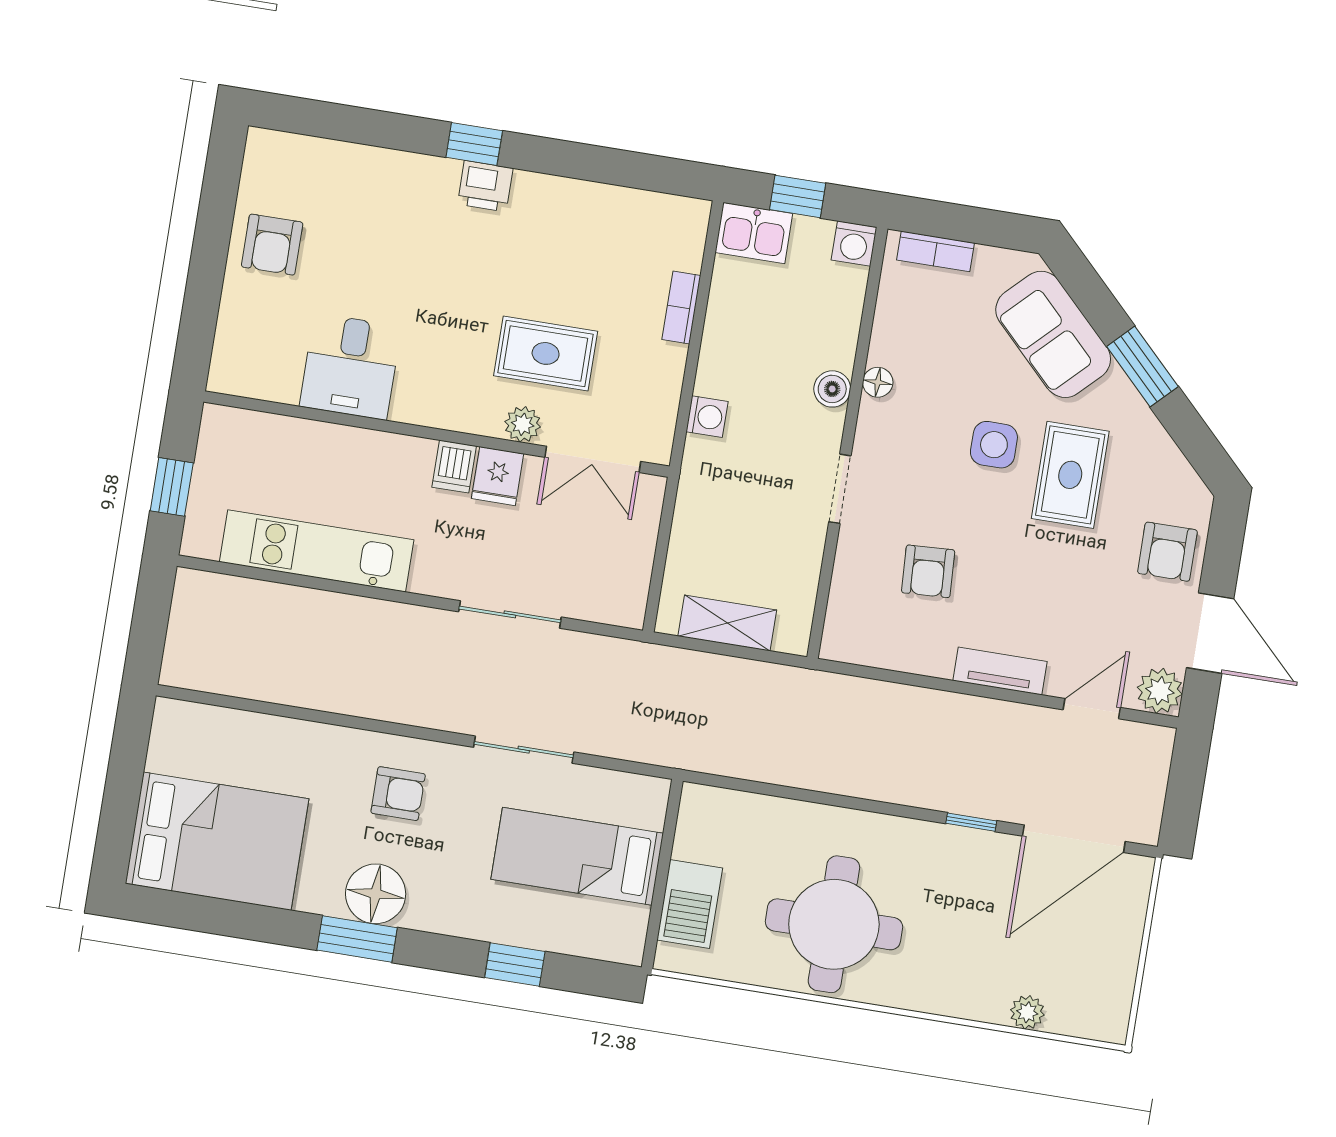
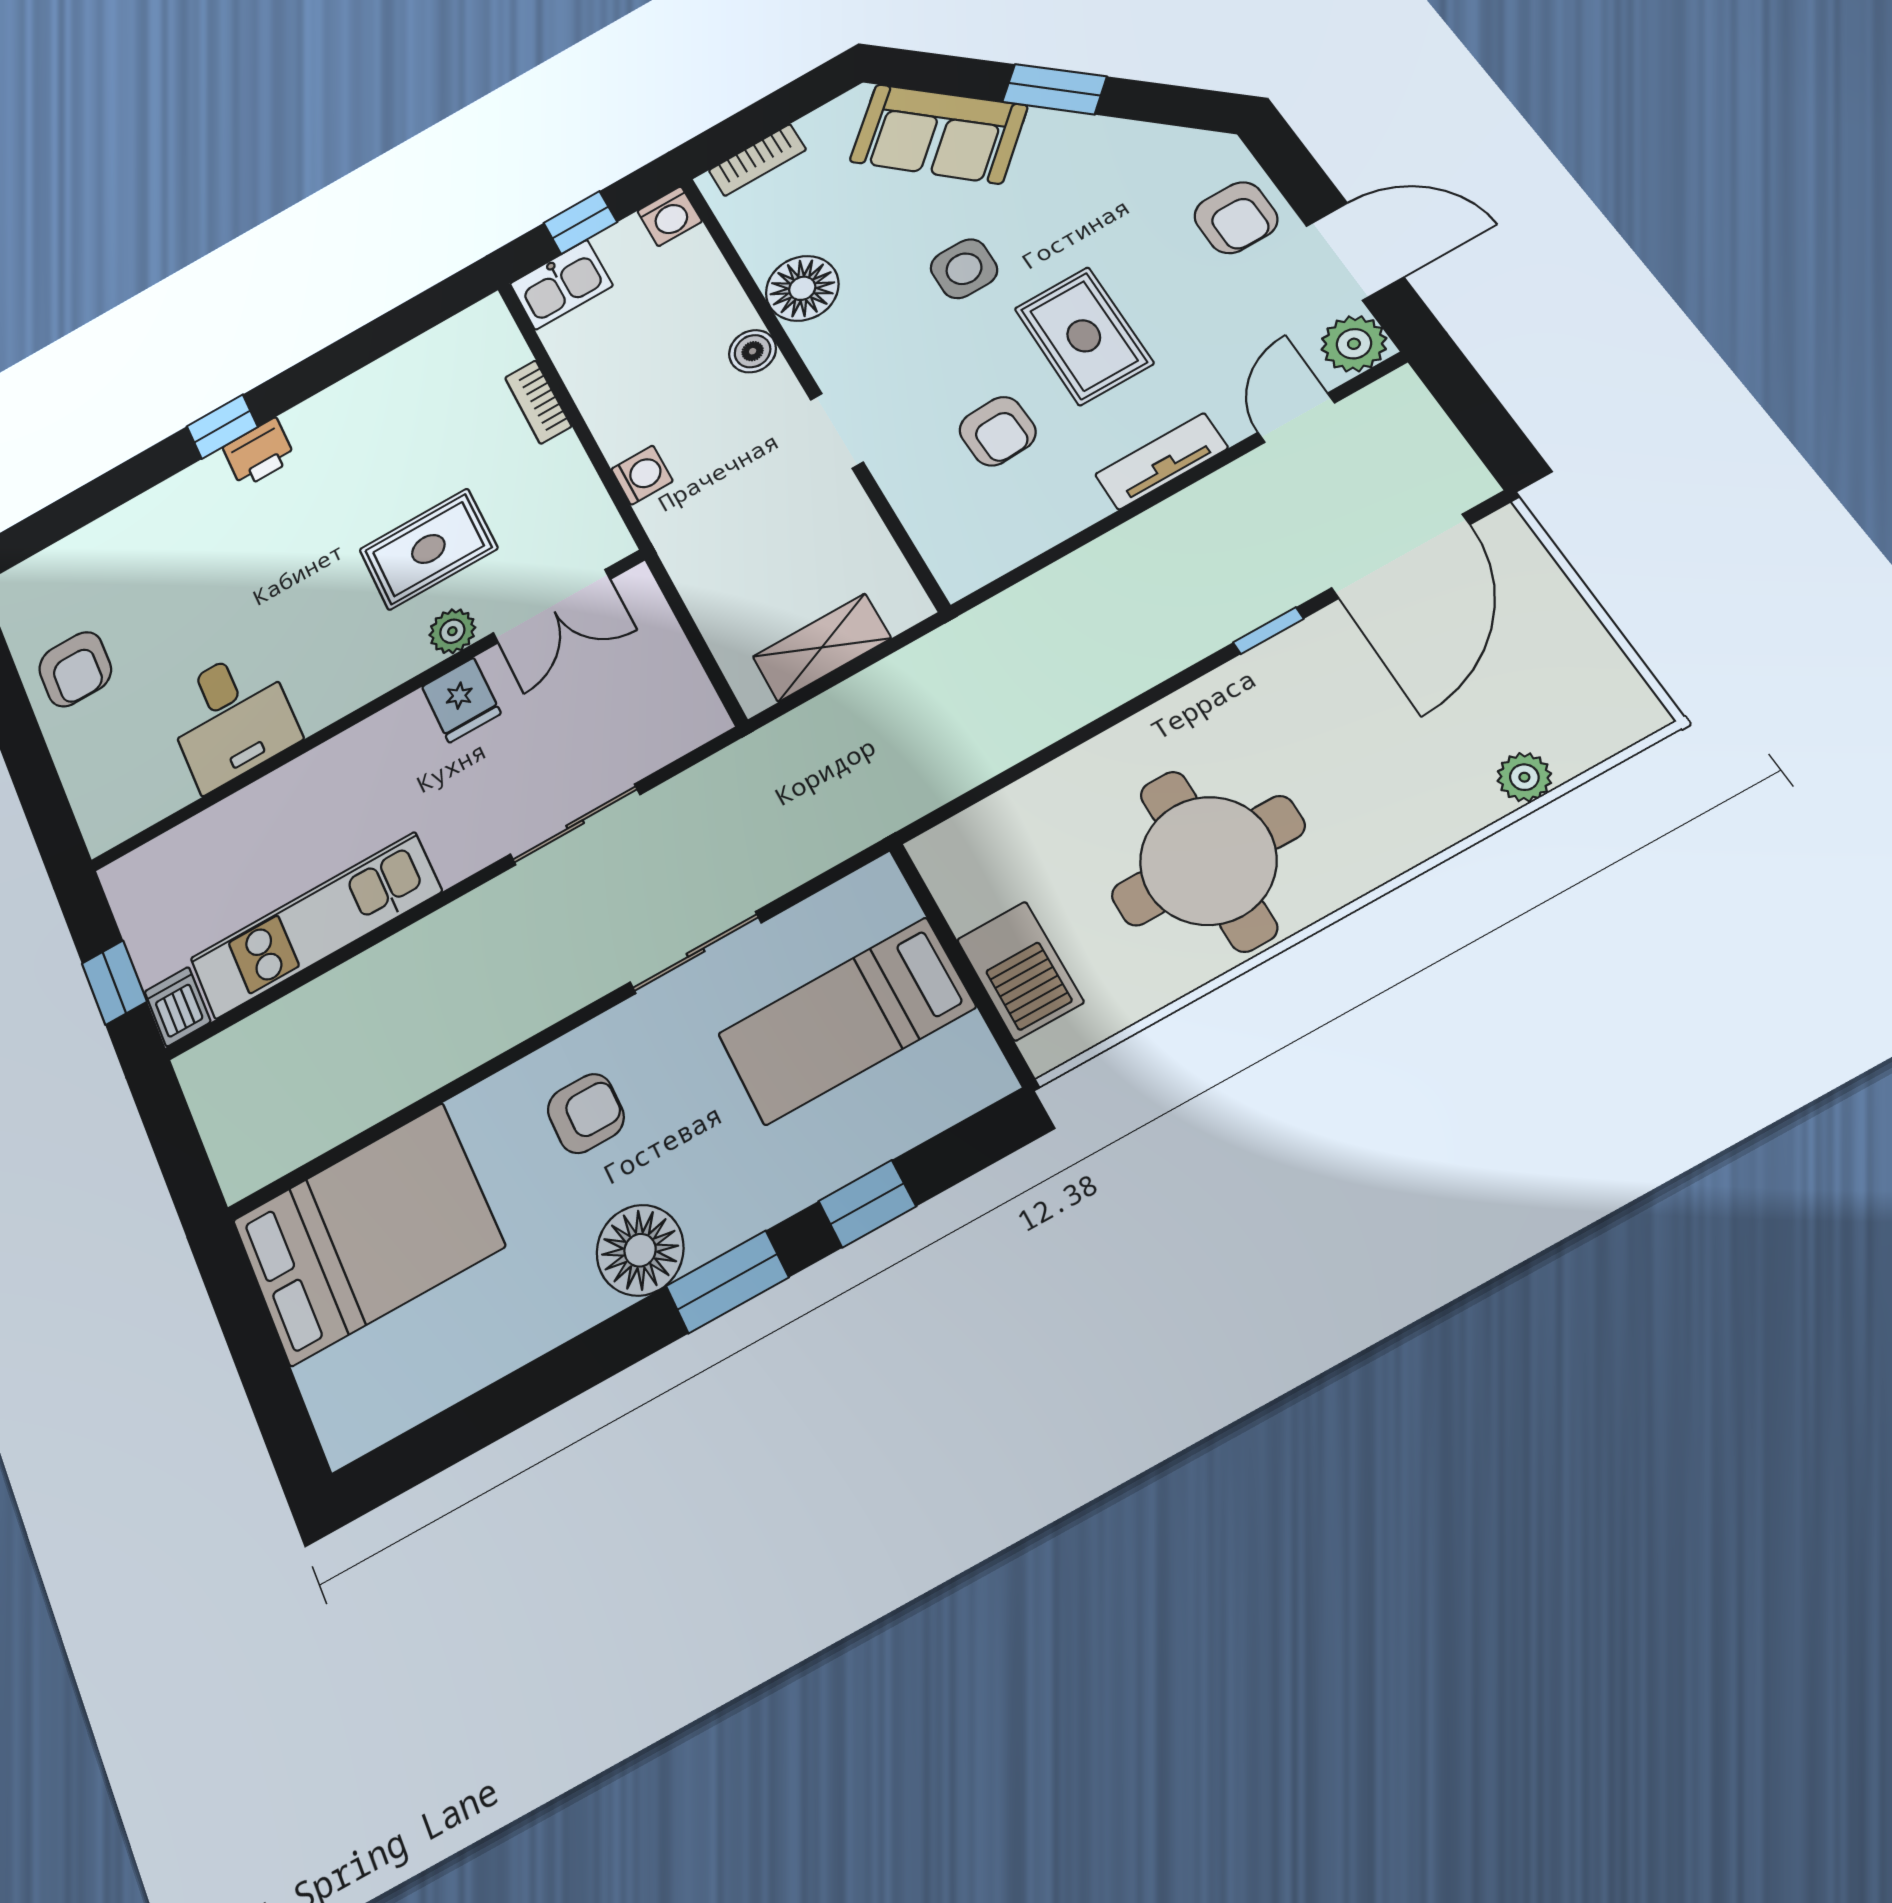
floor lamp: (878, 382) -> (802, 288), width x1.89, depth x1.89
dishwasher: (454, 467) -> (178, 1007), moved, turned 180
rug: (1070, 475) -> (1084, 336), moved
bed: (217, 841) -> (368, 1233), moved
window: (357, 939) -> (727, 1282), moved

